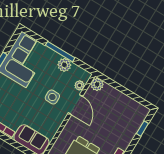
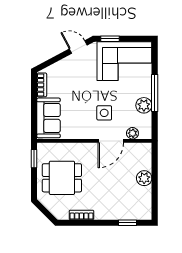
plant: (97, 84) -> (144, 178), moved

